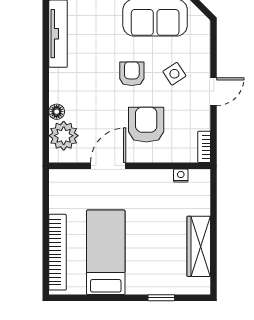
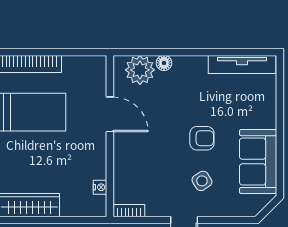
armchair: (146, 125) -> (151, 153), removed

